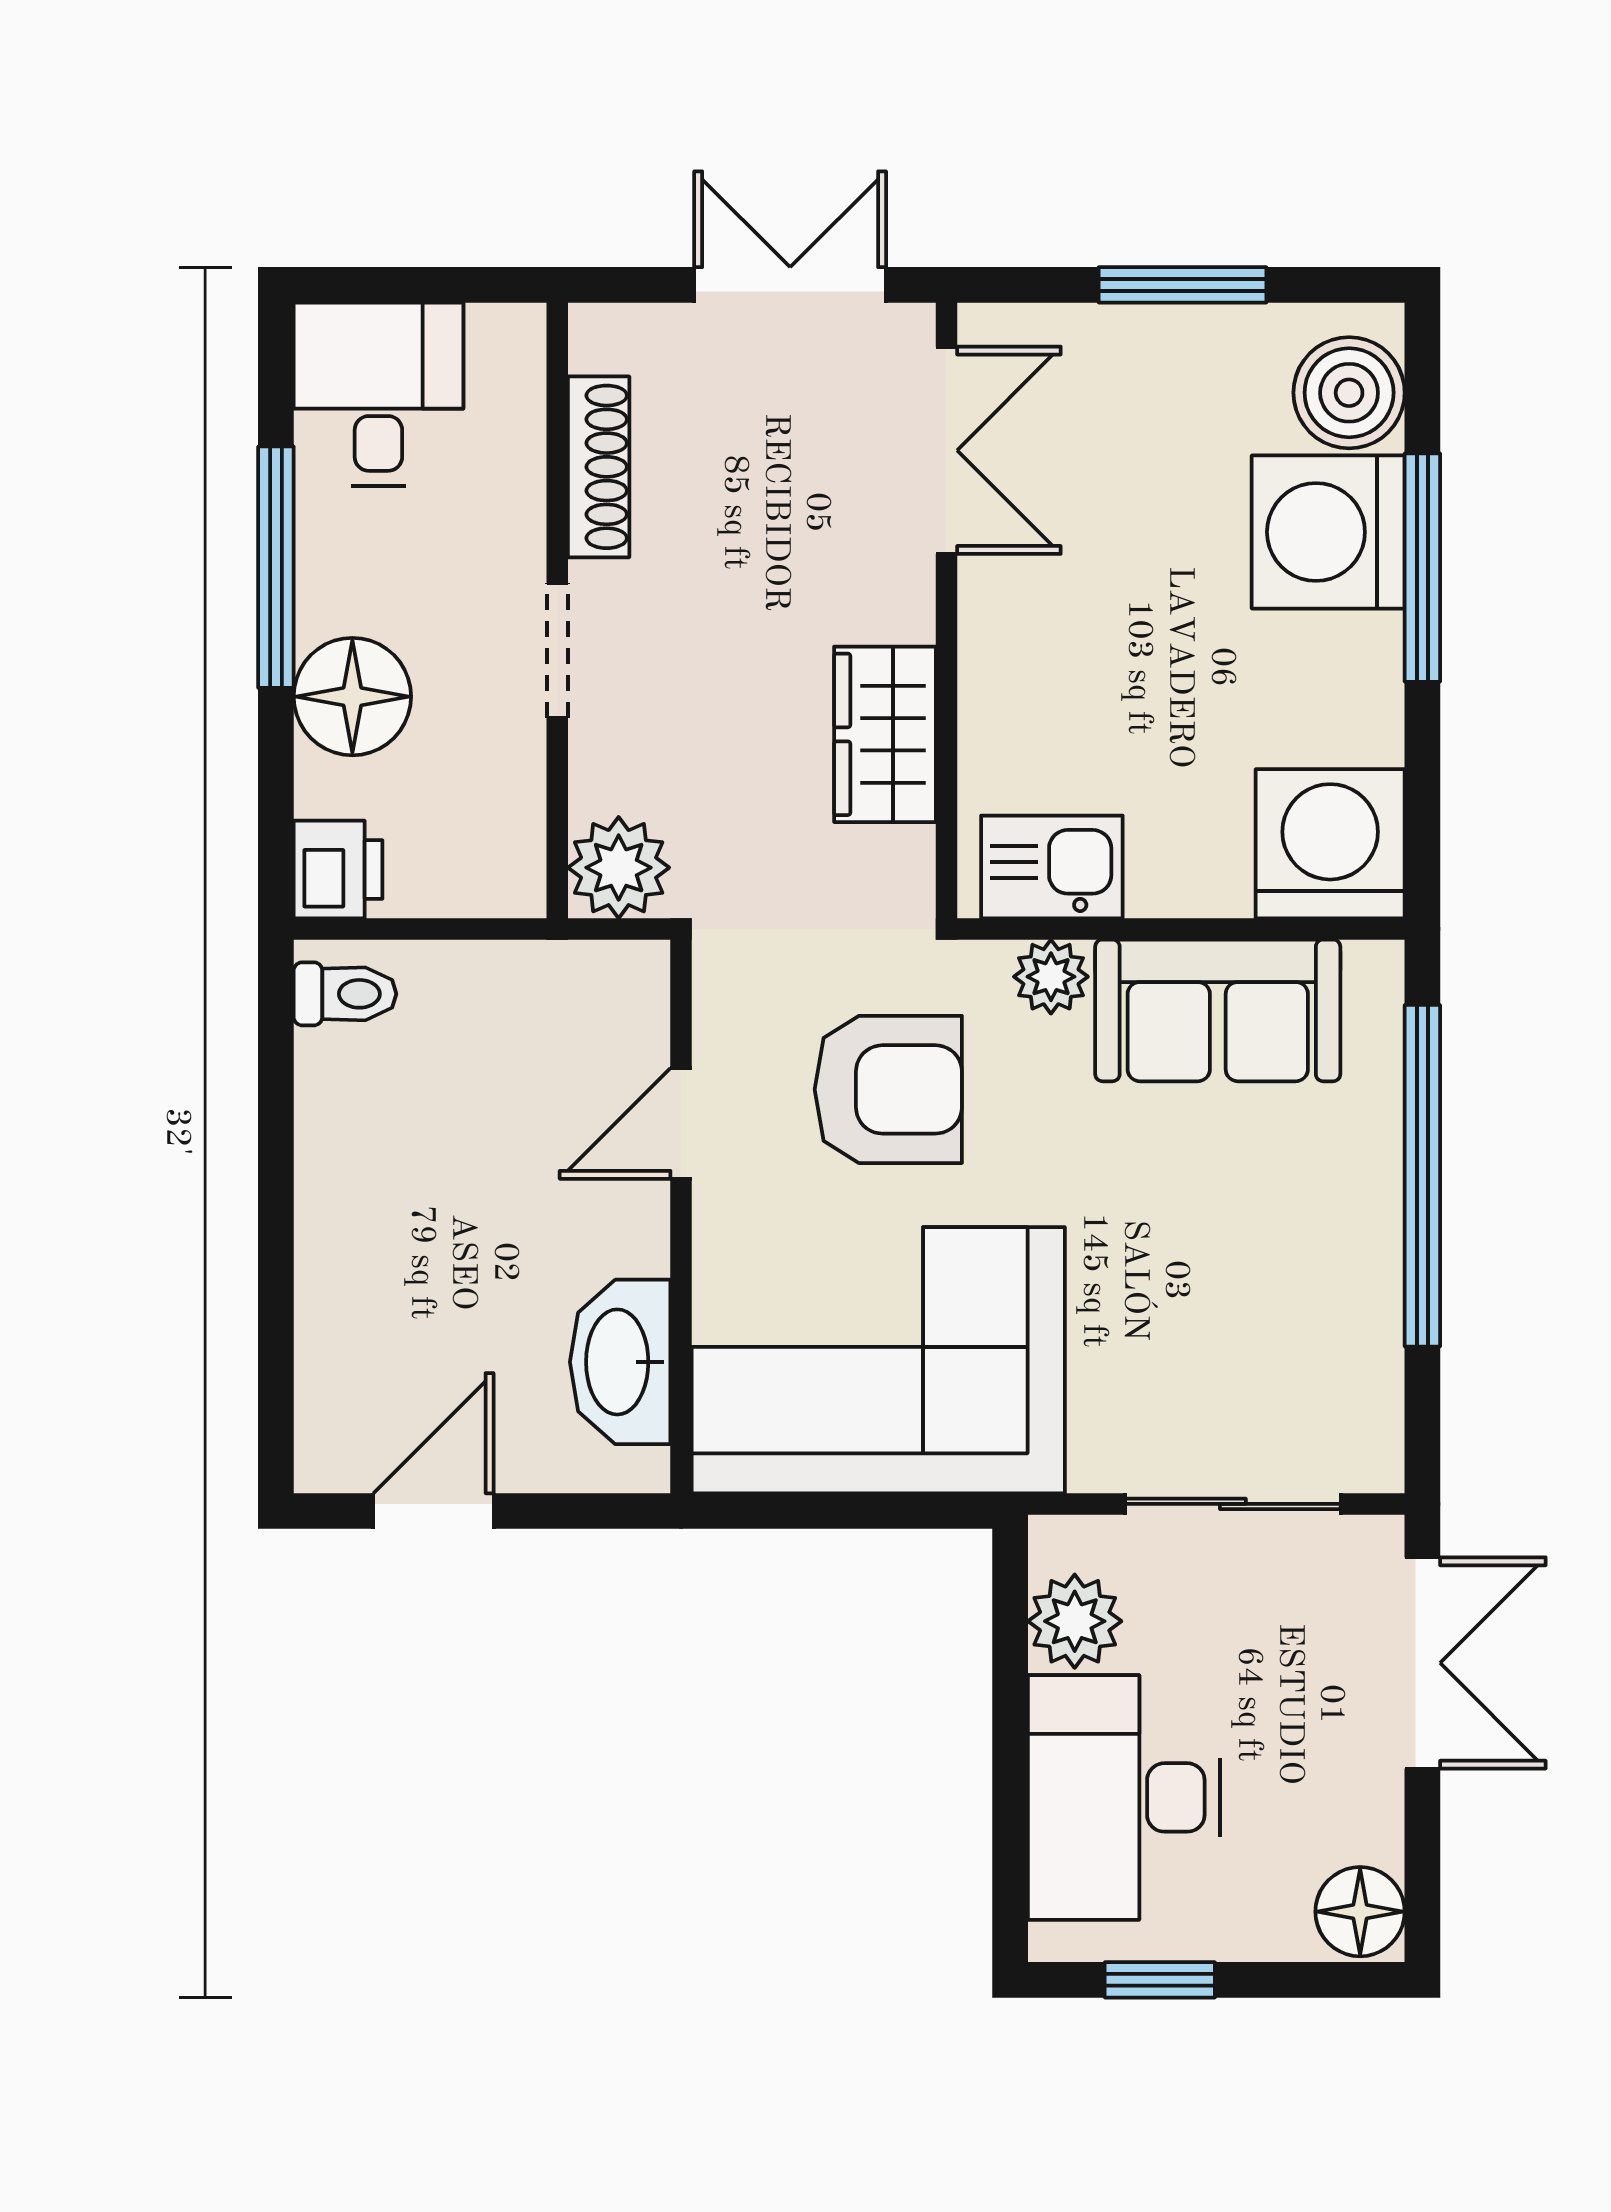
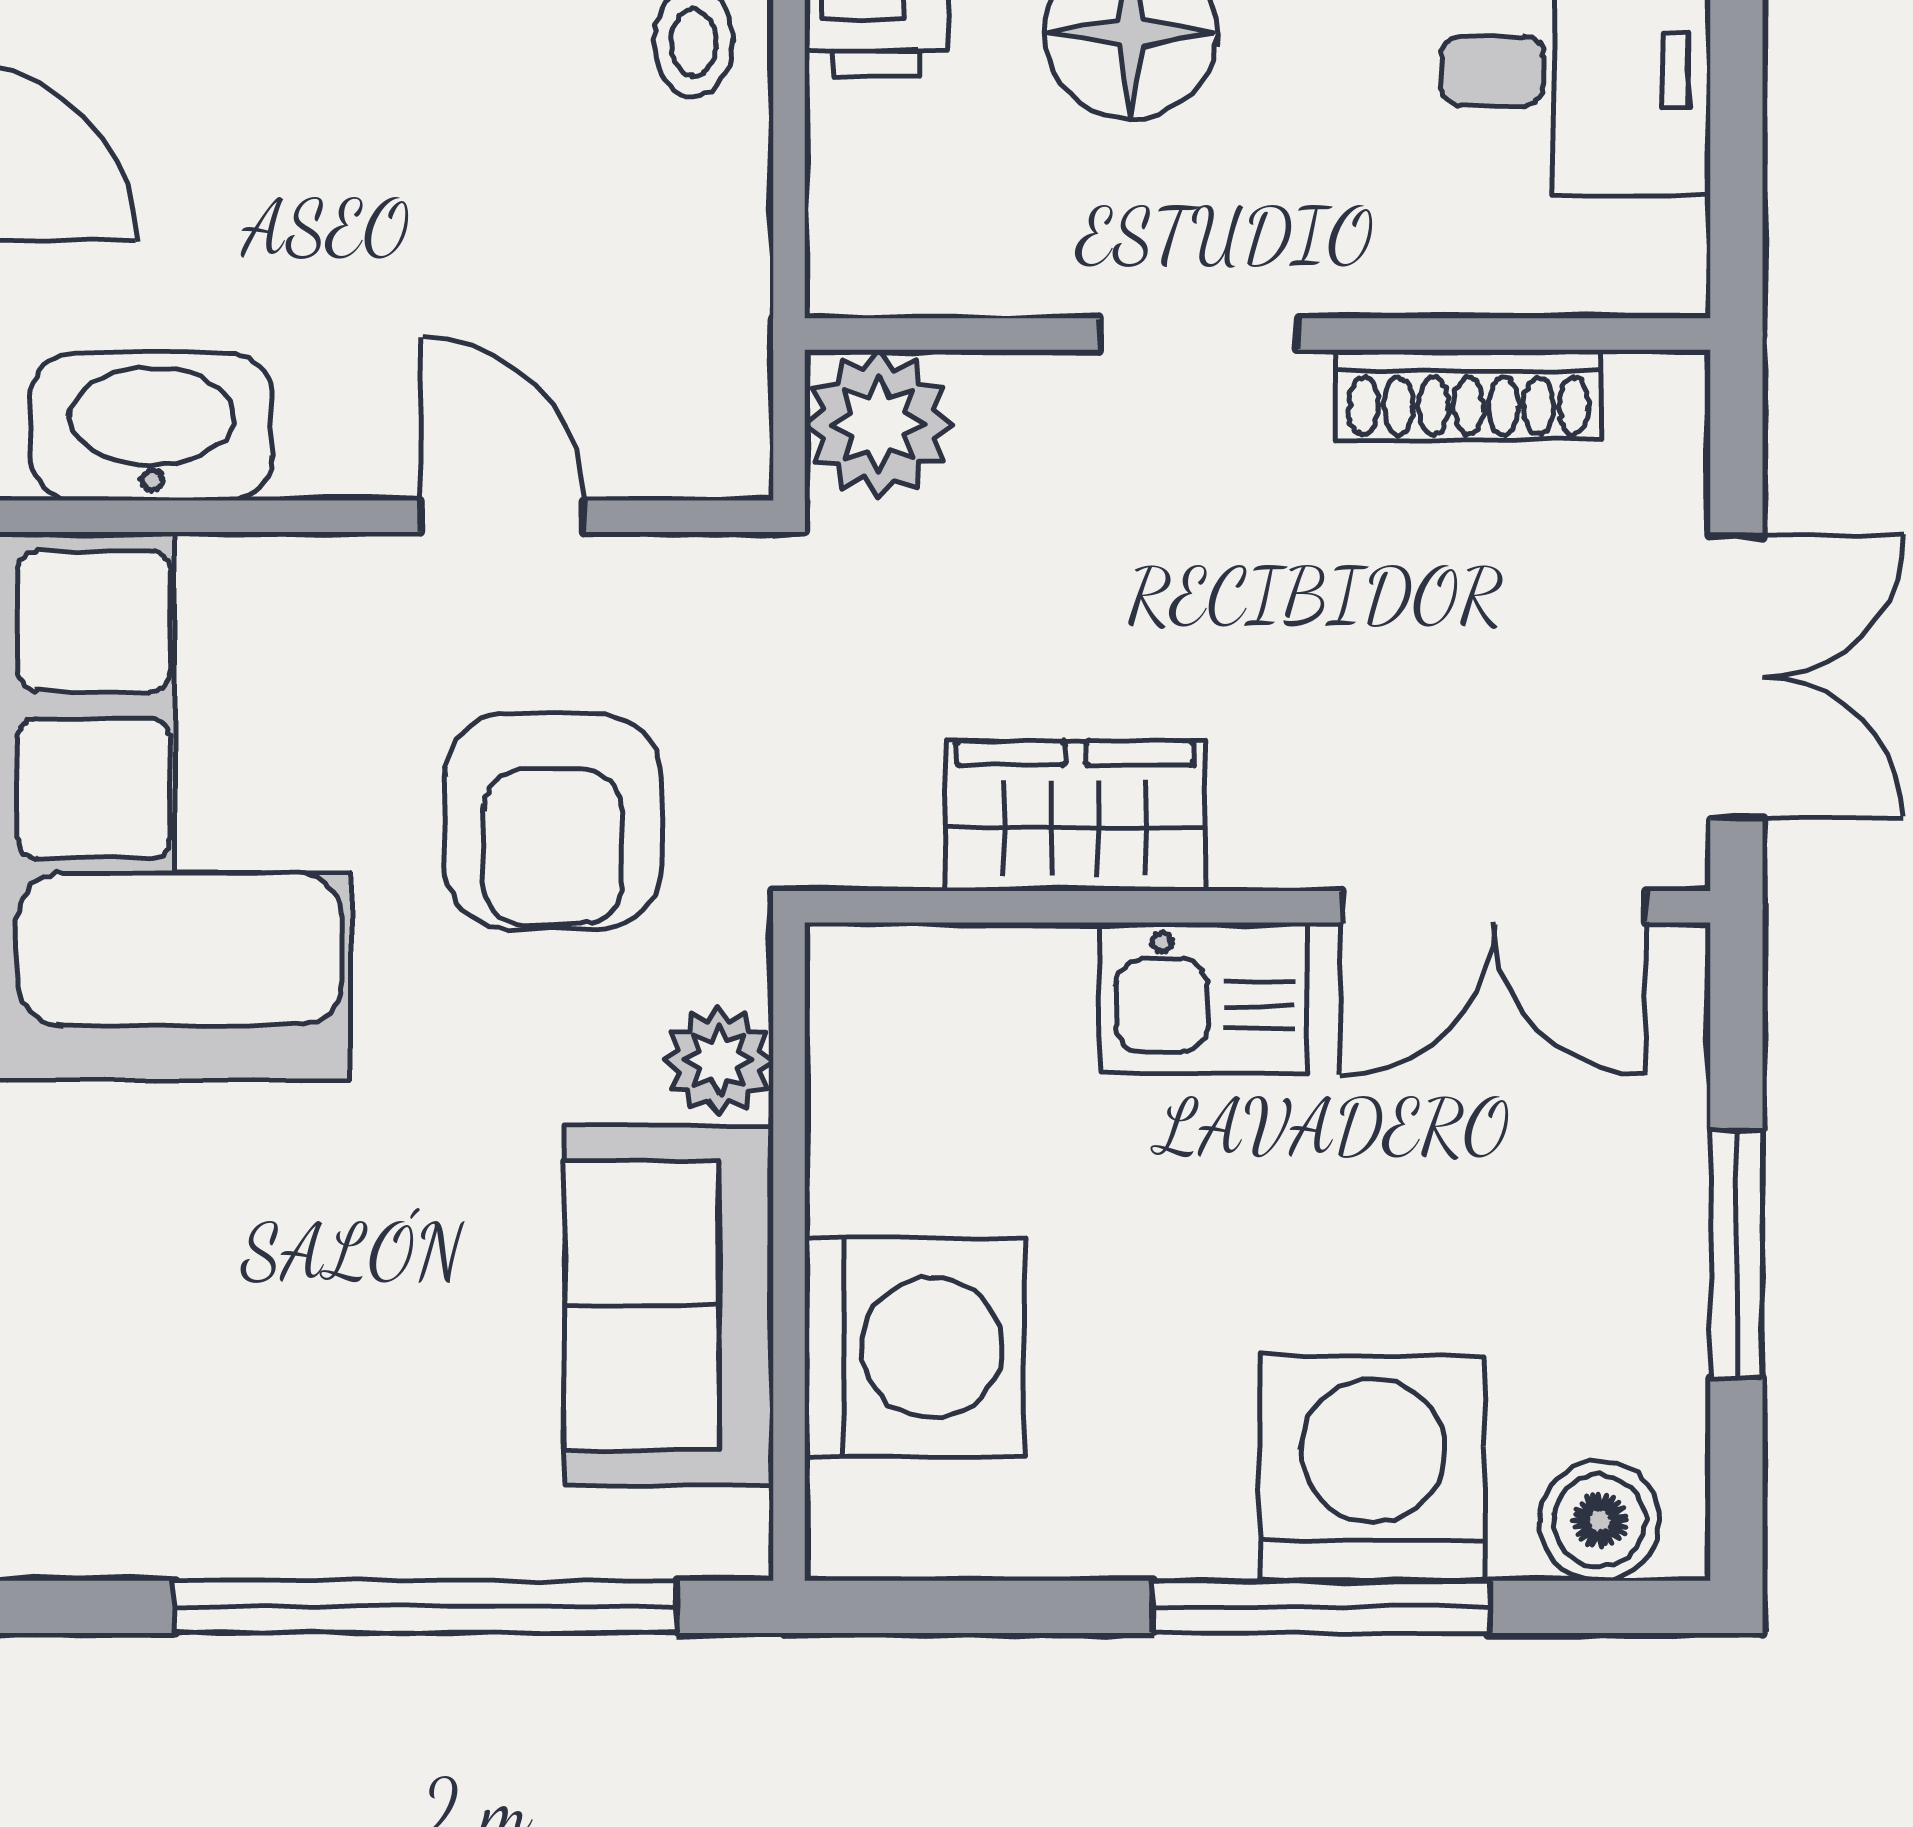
boiler: (1349, 393) -> (1600, 1521), width x0.73, depth x0.73
washing machine: (1330, 844) -> (914, 1347), moved
kitchen sink: (1052, 867) -> (1203, 998), moved, turned 90

